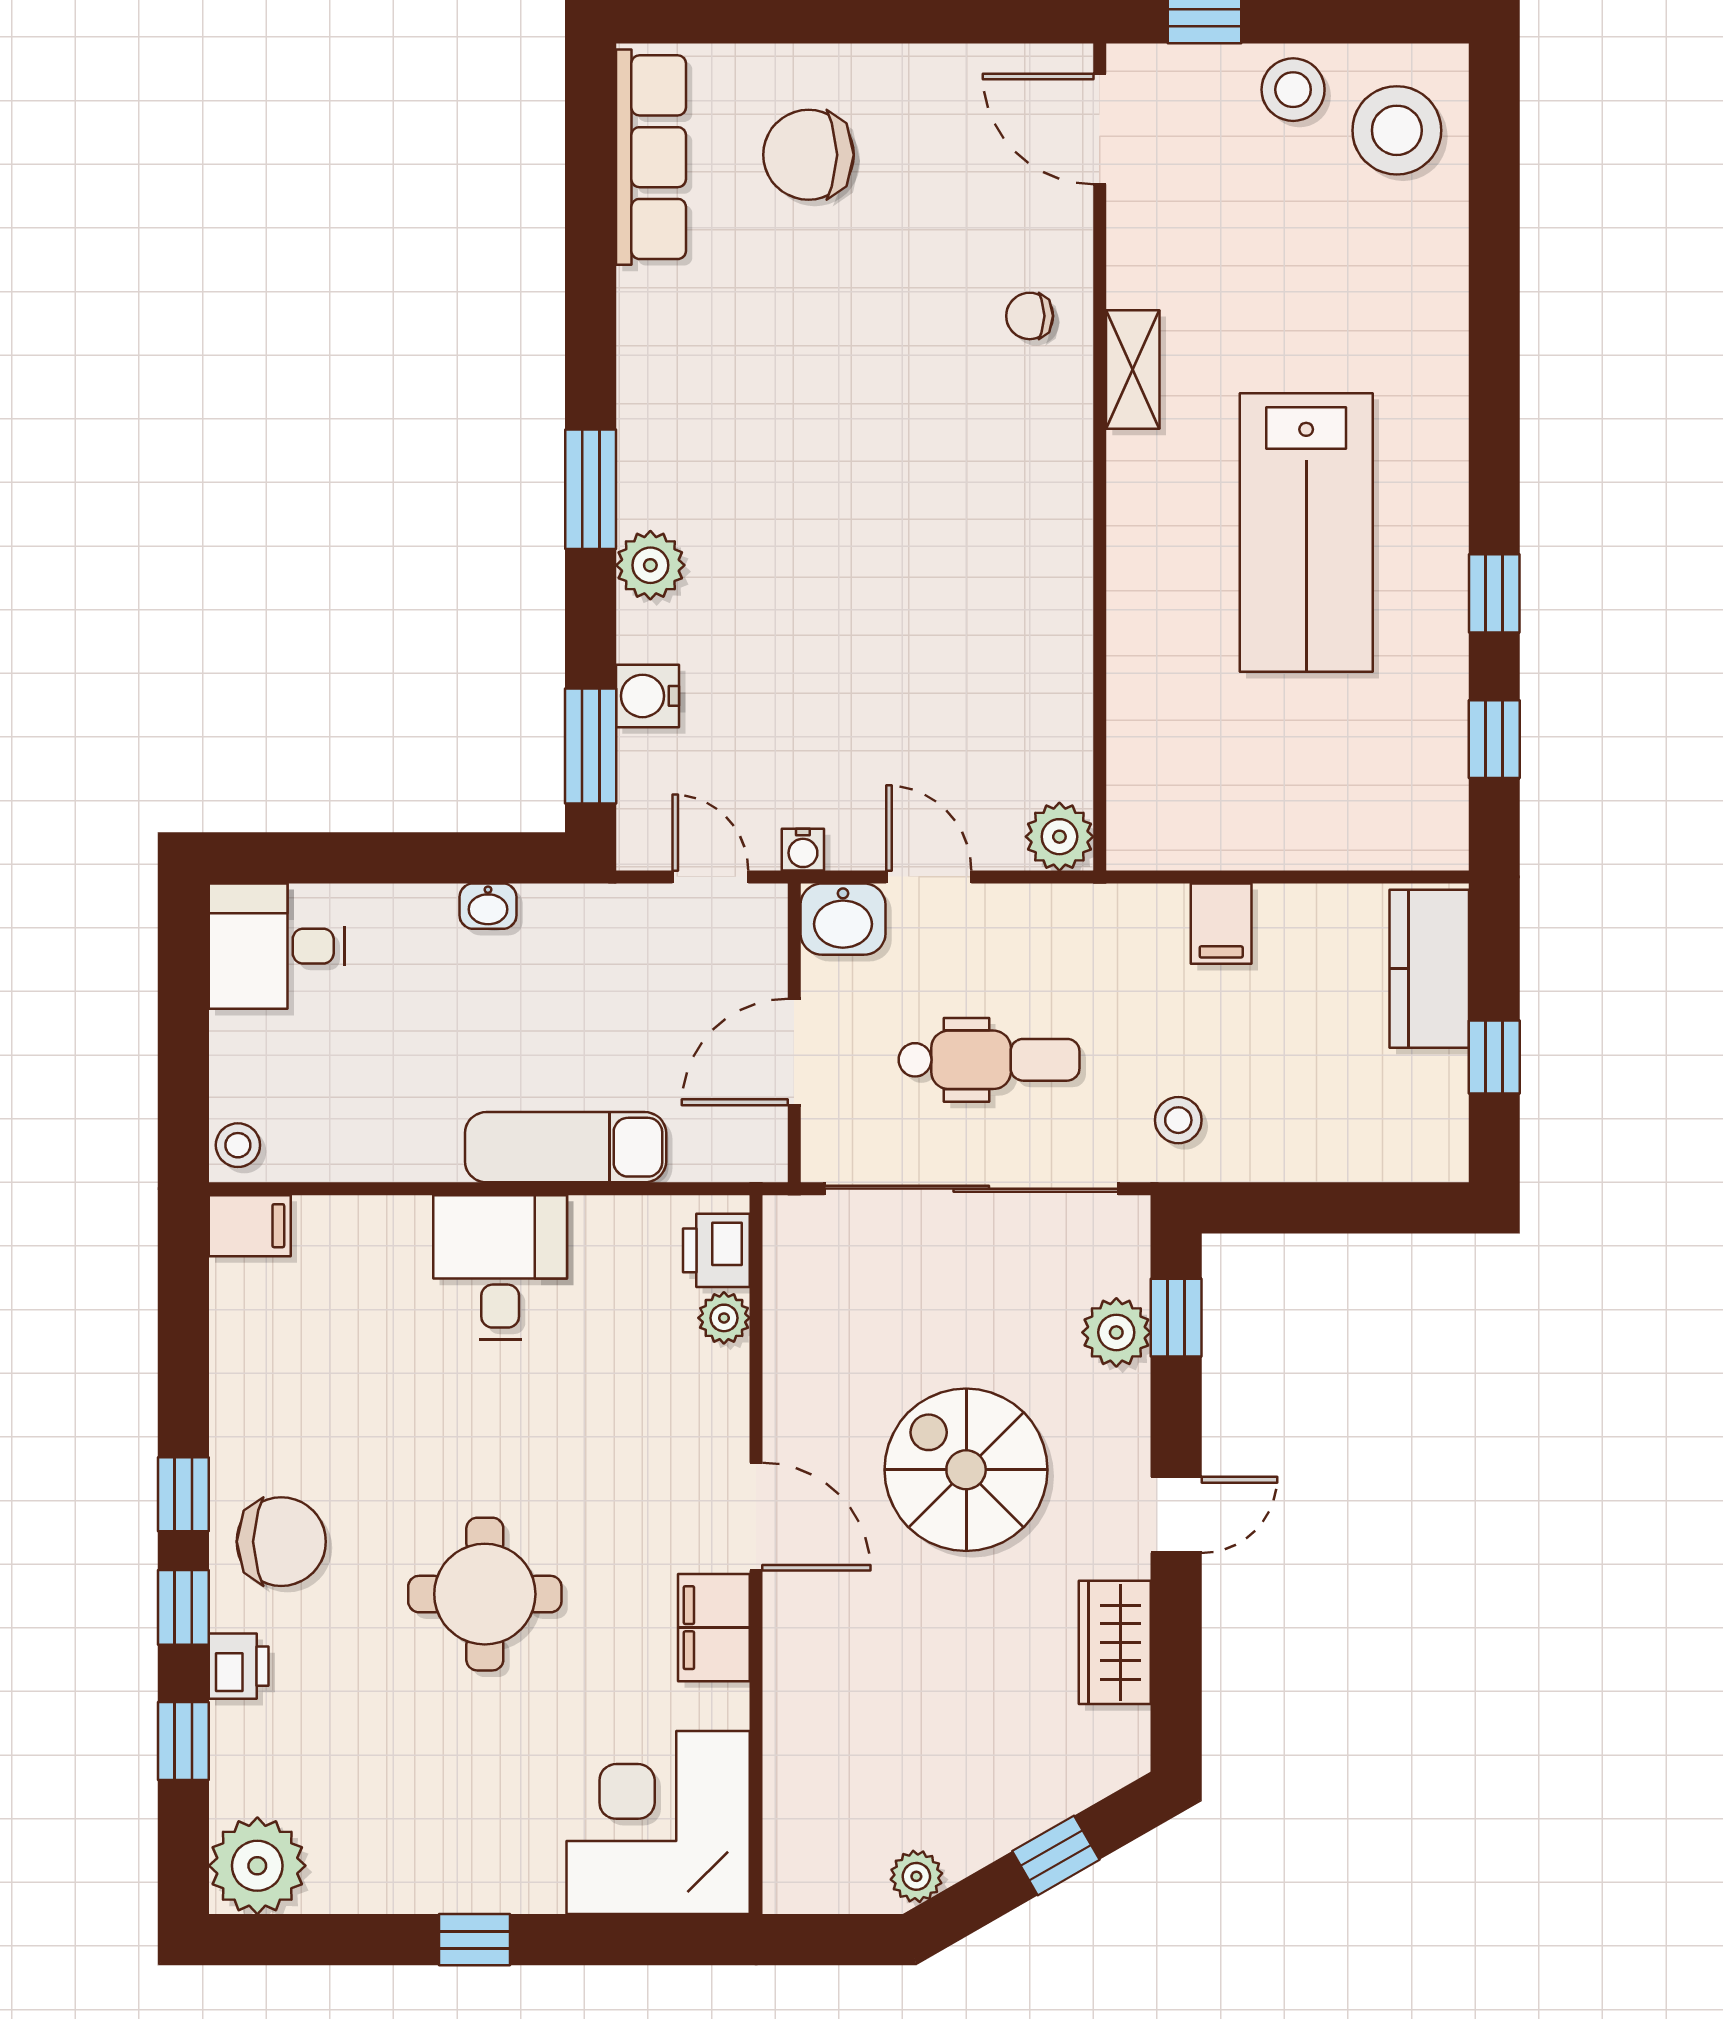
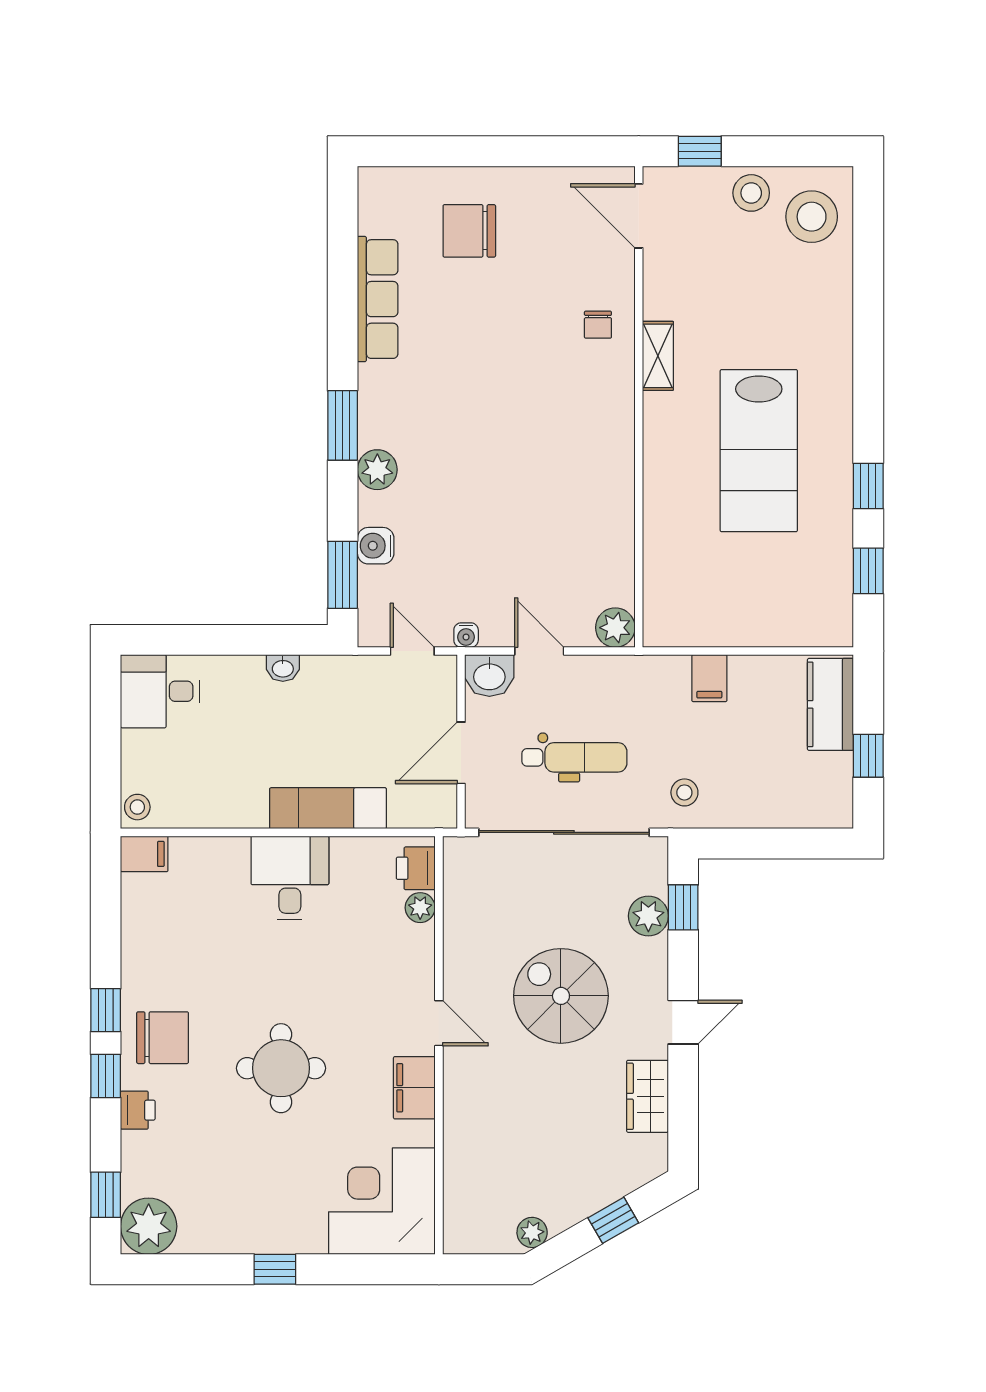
row of seats: (651, 157) -> (378, 299), moved
chair: (1030, 316) -> (598, 325), turned -90
door: (756, 1517) -> (439, 1023), width x0.73
window: (183, 1741) -> (106, 1195), moved

